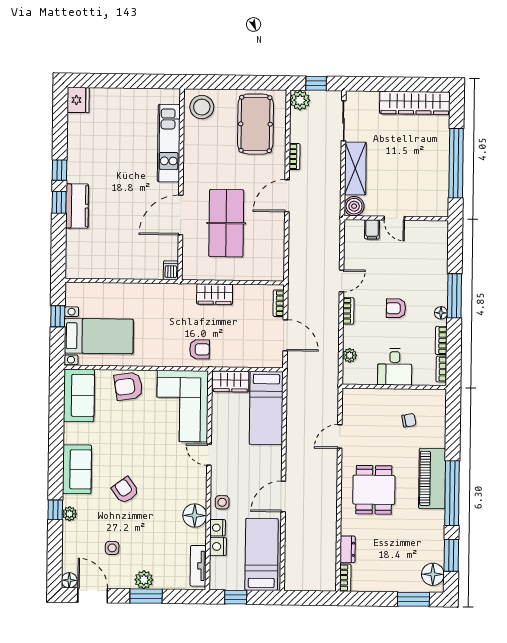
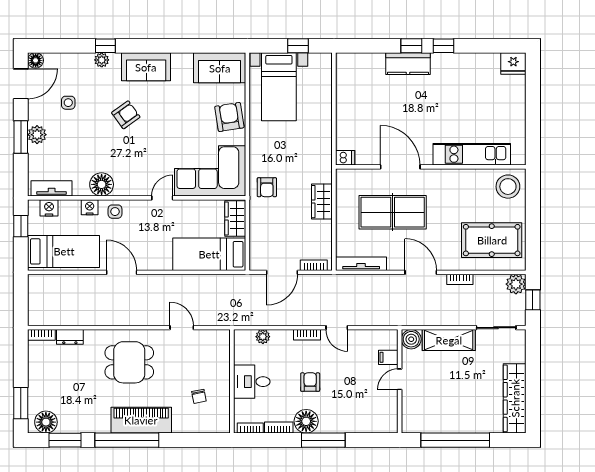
tv unit: (278, 256) -> (361, 264), added
floor lamp: (441, 313) -> (306, 421), width x1.89, depth x1.89
nightstand: (218, 546) -> (49, 208), moved

